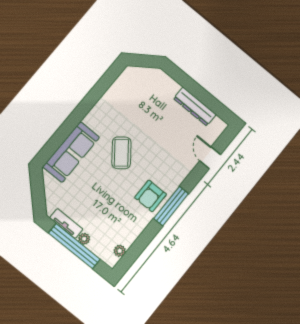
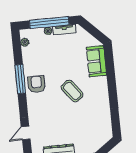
sofa: (71, 152) -> (96, 61), width x0.73
door: (210, 158) -> (26, 133), swing flipped
window: (171, 206) -> (20, 79), moved

